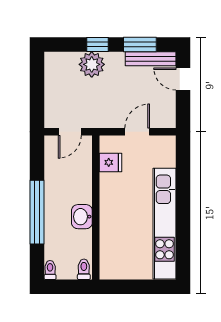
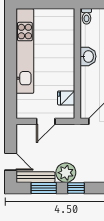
plant: (92, 64) -> (66, 173), moved

